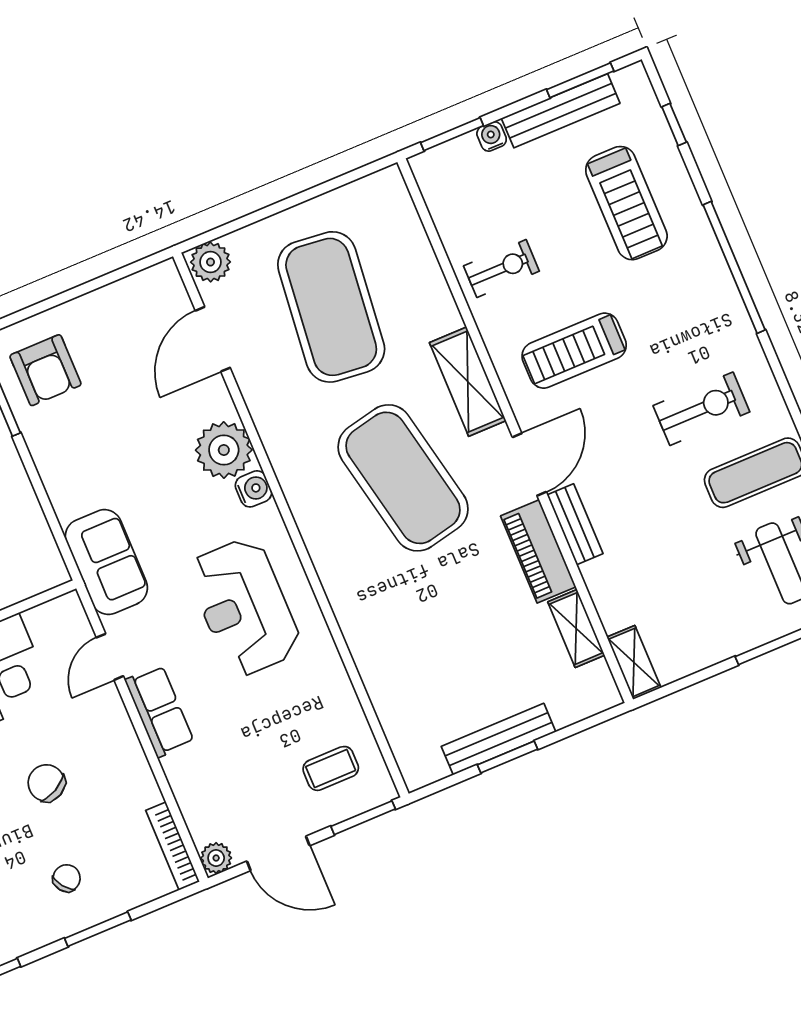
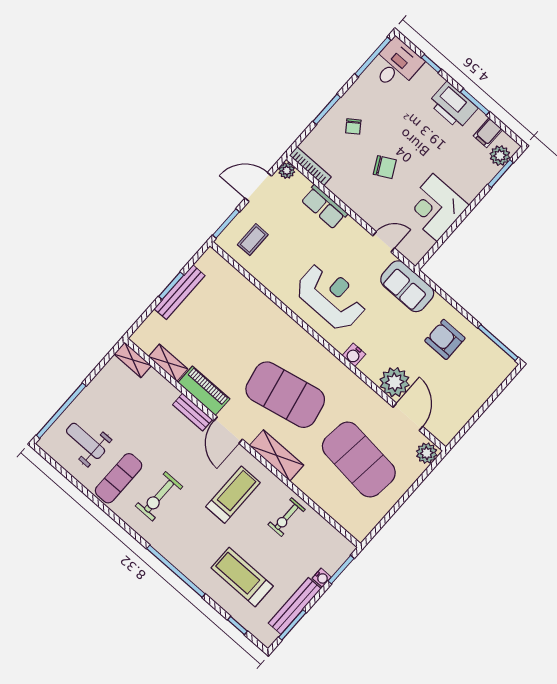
armchair: (45, 370) -> (445, 339), moved
plant: (224, 450) -> (395, 382), moved
door: (110, 657) -> (384, 242), hinge flipped
row of seats: (160, 711) -> (324, 207), moved

